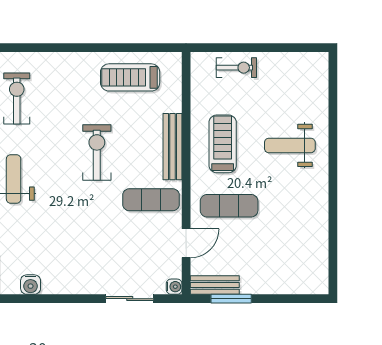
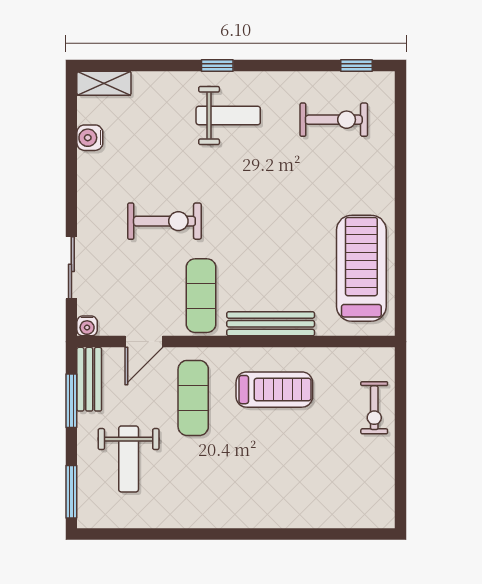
treadmill: (130, 77) -> (361, 268), width x1.37, depth x1.38
weight bench: (290, 145) -> (129, 459), moved, turned 180
exercise bike: (97, 152) -> (164, 221), moved
door: (186, 243) -> (144, 342), hinge flipped
window: (301, 299) -> (71, 492), added

